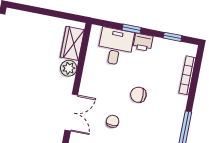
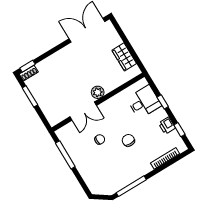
printer: (143, 42) -> (167, 126), moved
wardrobe: (72, 43) -> (124, 57), moved, turned -90
plant: (69, 68) -> (98, 92), moved

